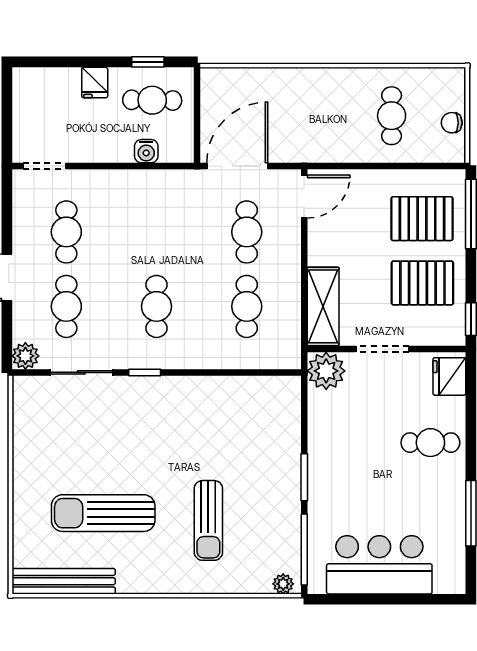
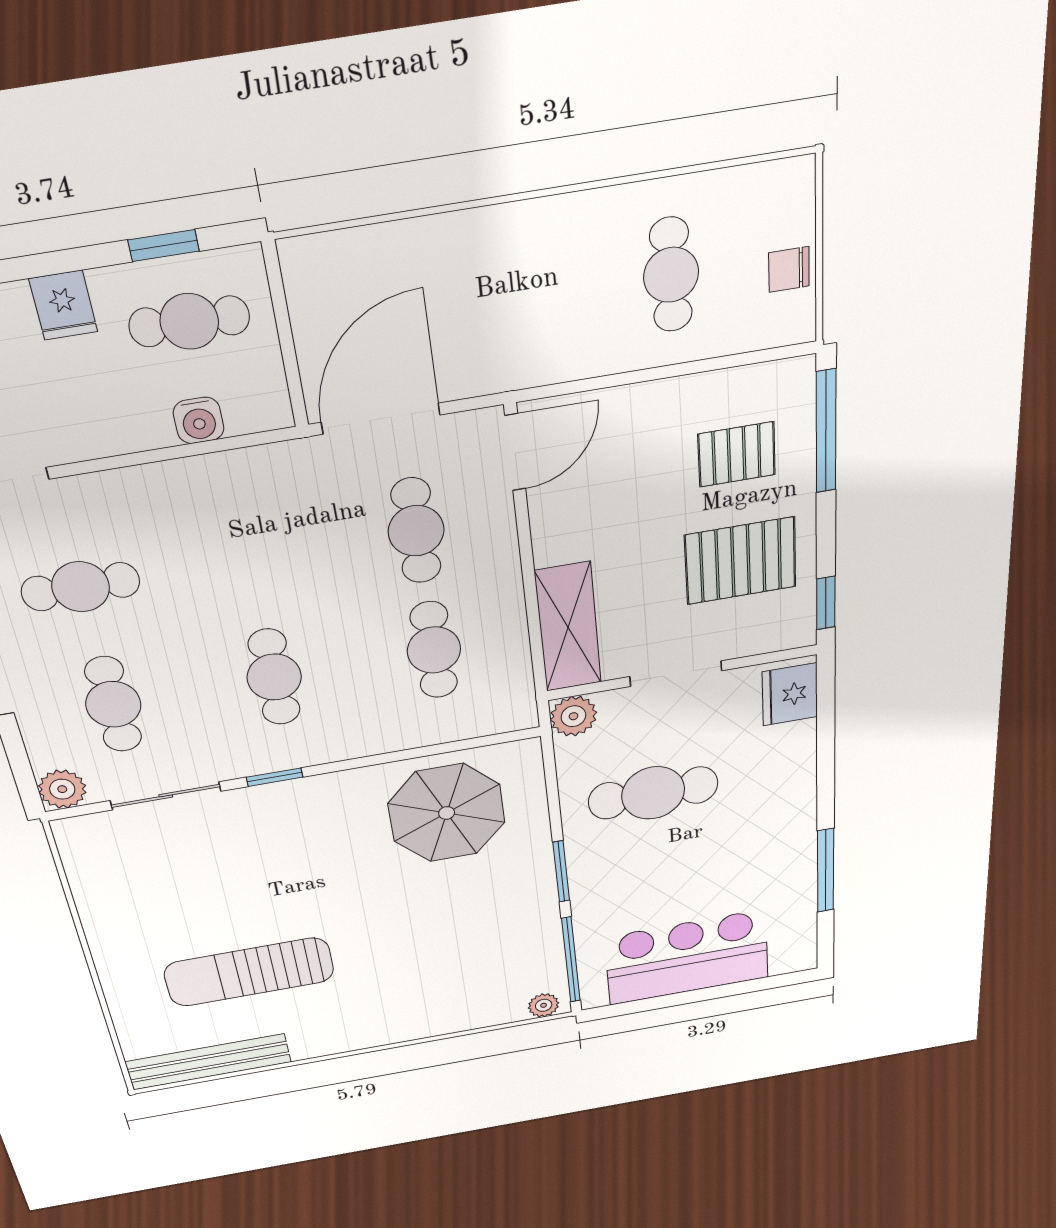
pallet: (422, 219) -> (737, 454), width x0.67, depth x0.71
cafe table: (66, 232) -> (81, 587), turned 90
plant: (326, 371) -> (573, 716), width x0.73, depth x0.73
parasol: (240, 419) -> (447, 813), added
cafe table: (430, 443) -> (653, 793), moved, width x1.37, depth x1.35
sun lounger: (208, 520) -> (417, 952), removed

